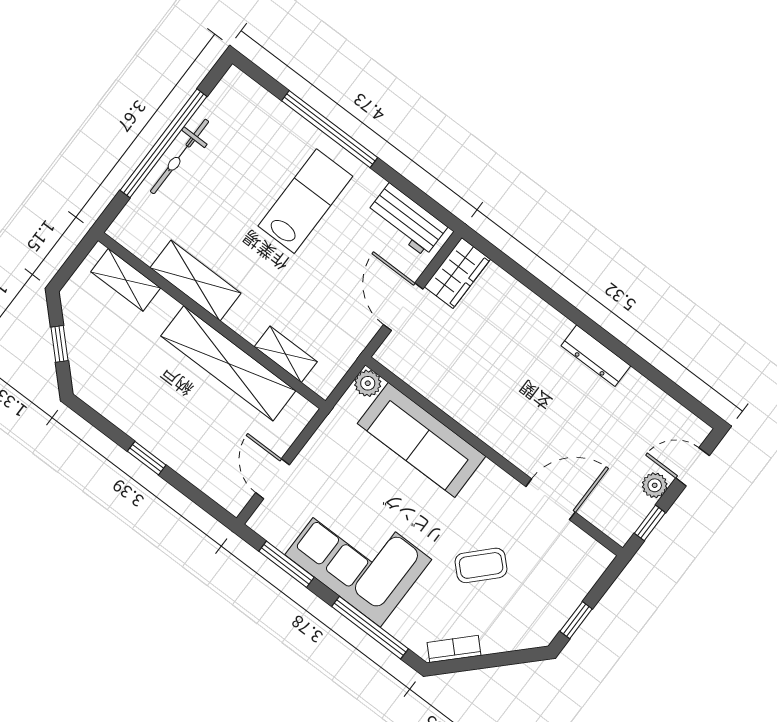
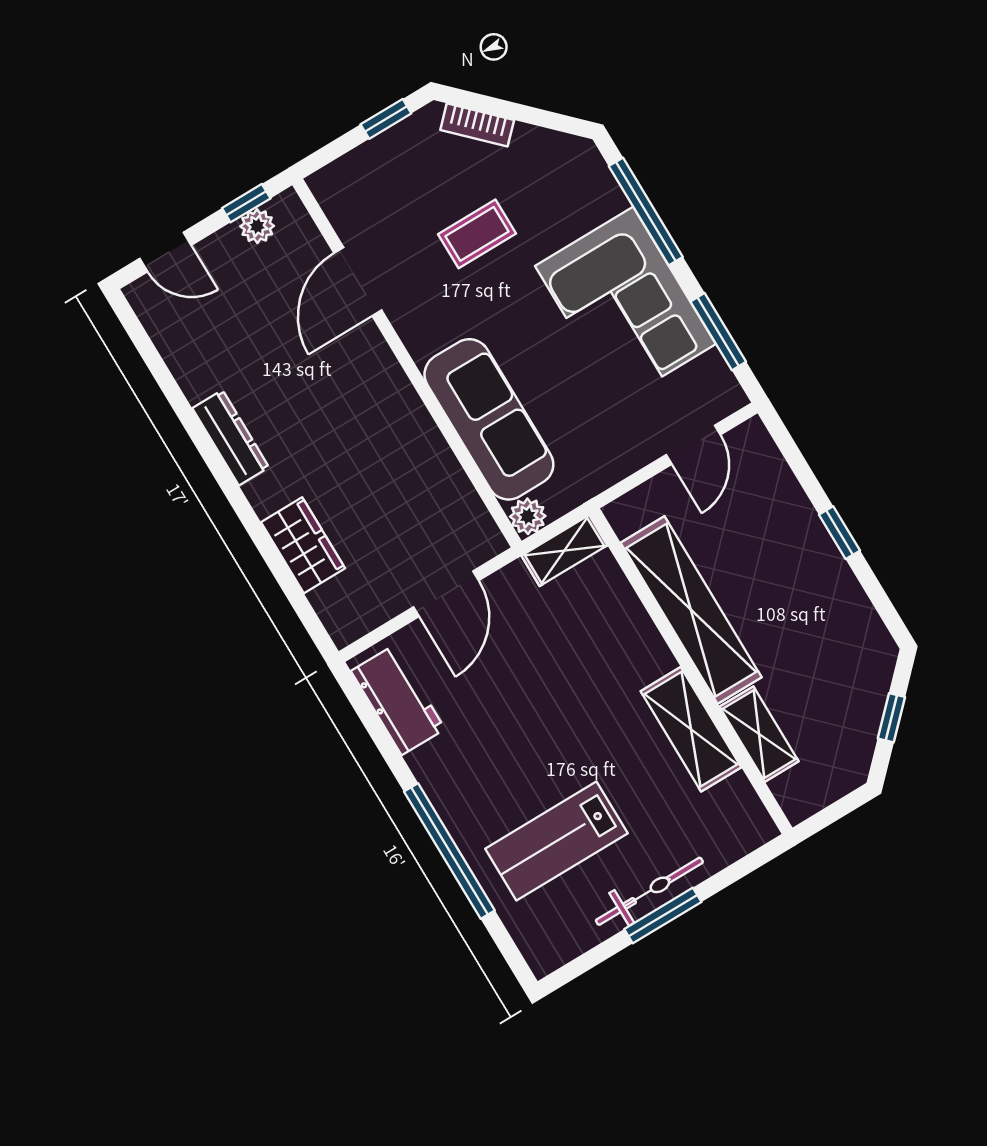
window: (164, 143) -> (663, 916), width x0.47
lab bench: (305, 201) -> (556, 841), moved
wardrobe: (457, 273) -> (303, 545), moved, turned 90
shelving: (126, 280) -> (759, 734), moved
shelving: (286, 354) -> (564, 551), moved, turned 90
plant: (655, 485) -> (257, 226), moved
door: (551, 499) -> (358, 282), hinge flipped
coffee table: (481, 565) -> (477, 234), turned -44
bookcase: (454, 649) -> (477, 125), moved

